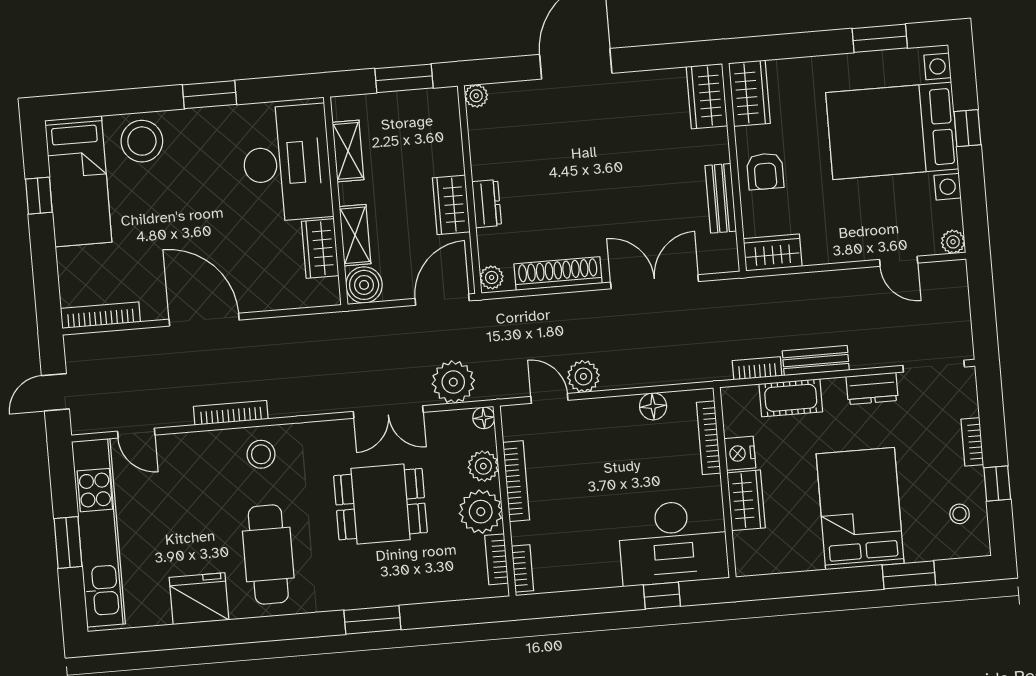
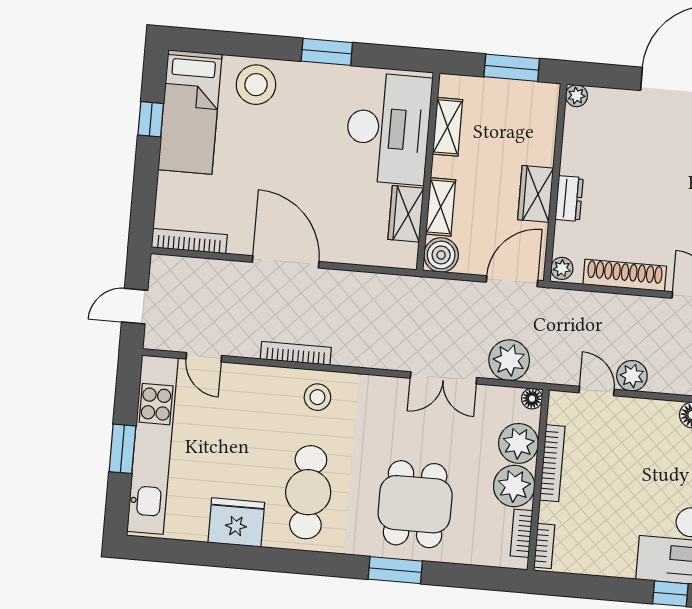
plant: (483, 466) -> (519, 443), width x1.36, depth x1.36
dining table: (380, 504) -> (415, 504), moved, turned 90

